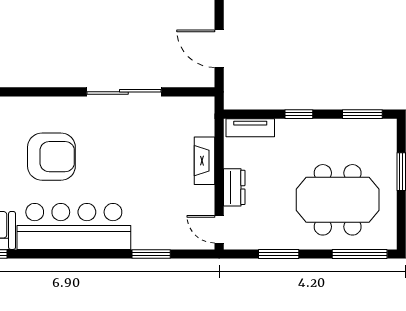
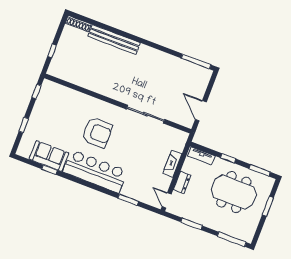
meeting table: (338, 200) -> (234, 192), moved

